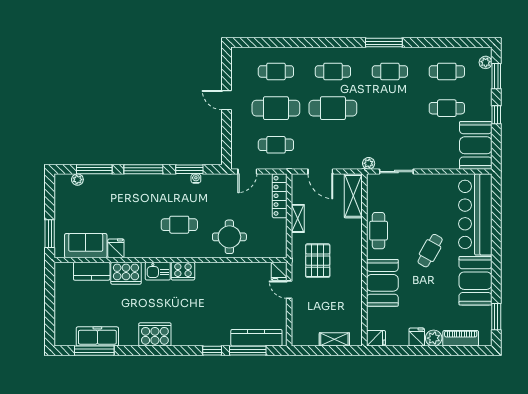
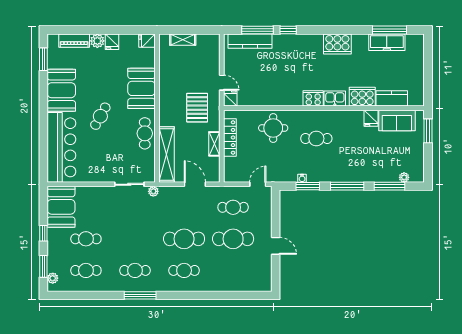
cafe table: (276, 71) -> (233, 270), removed
locker: (280, 196) -> (230, 137), moved
shelving: (353, 196) -> (166, 154), width x1.47

